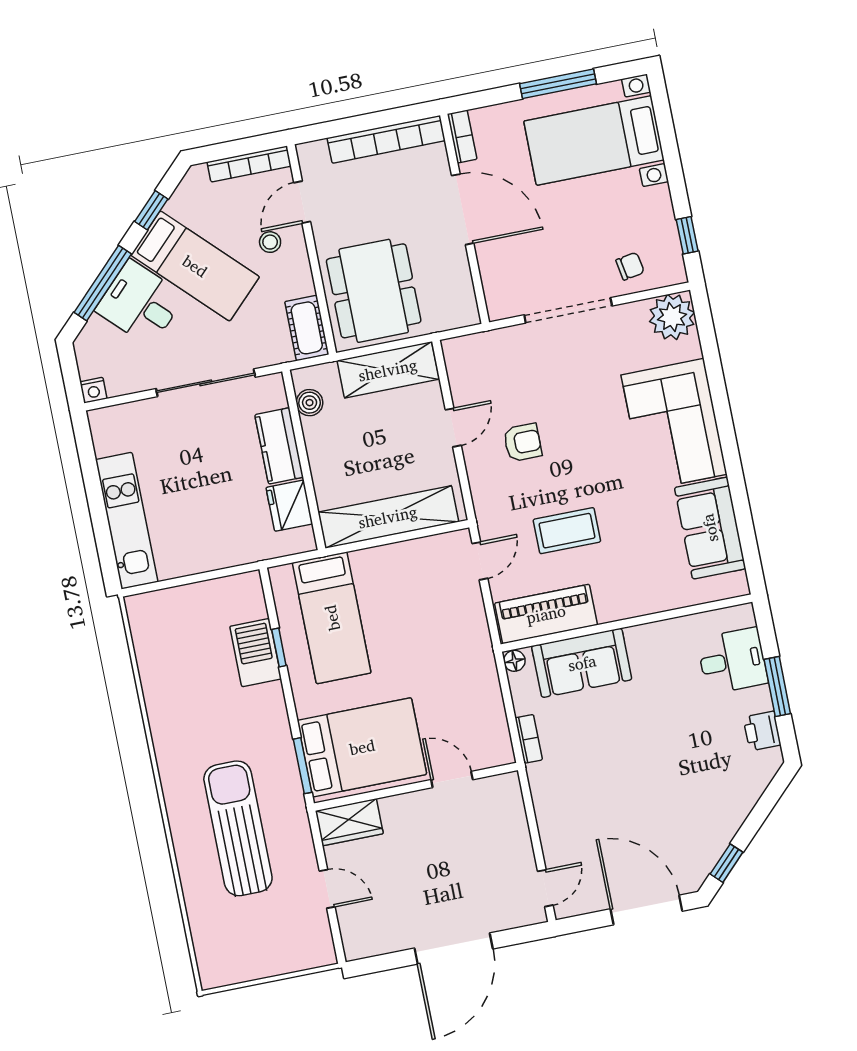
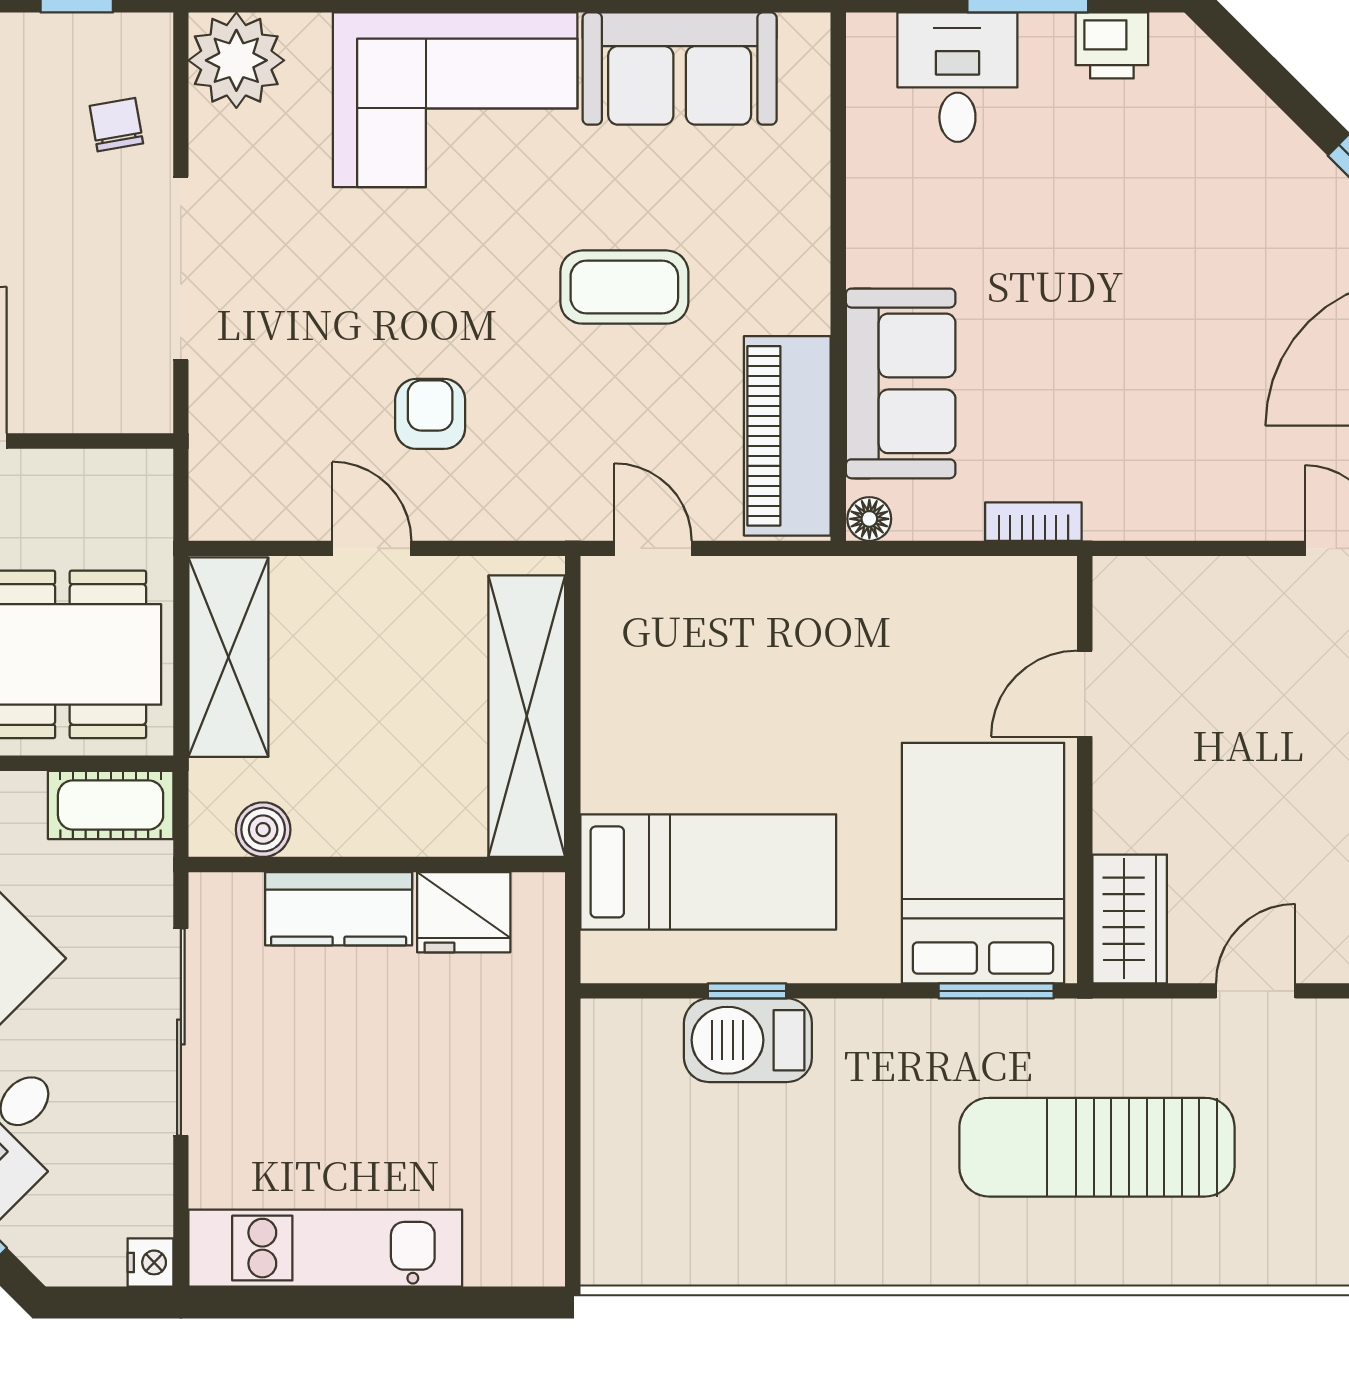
kitchen unit: (127, 521) -> (325, 1248), moved
coffee table: (567, 531) -> (624, 287), moved, turned 90

